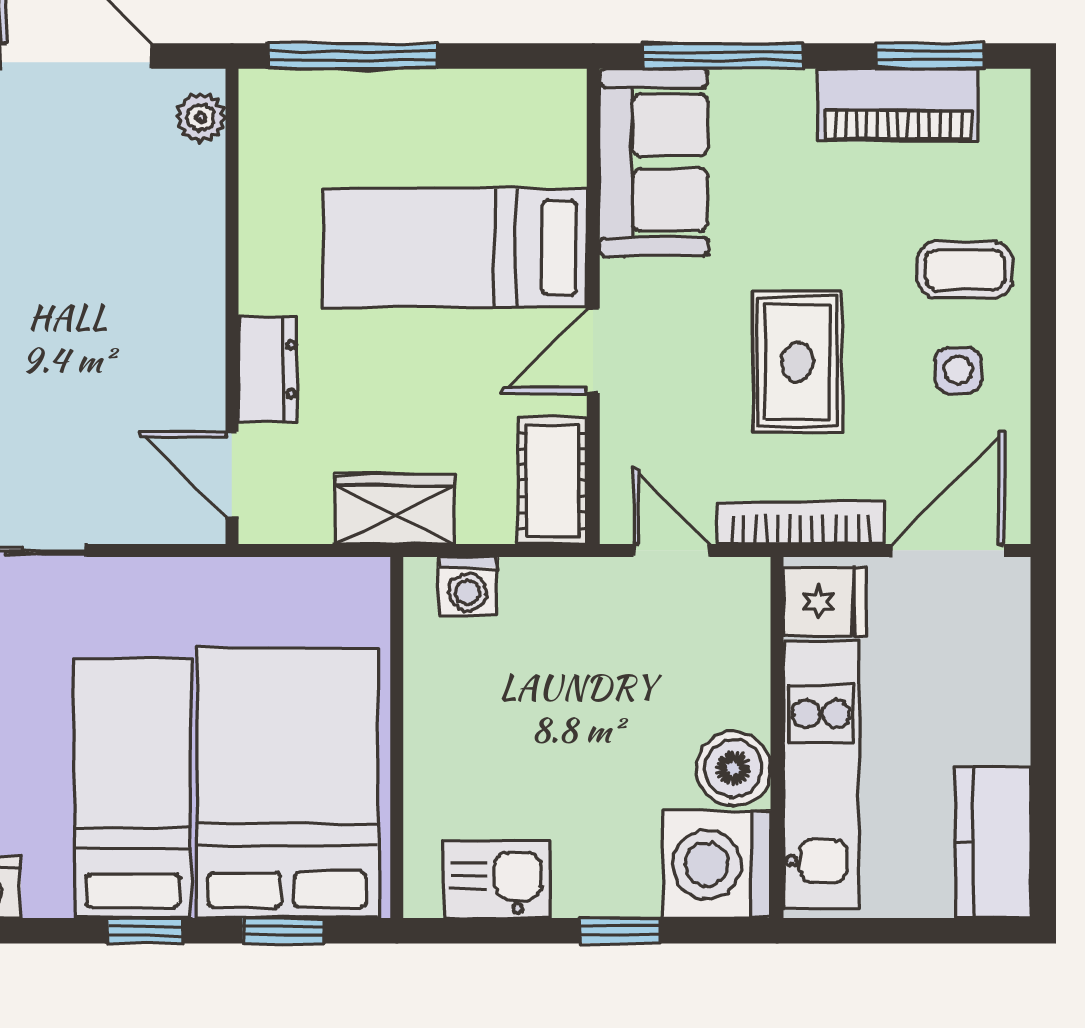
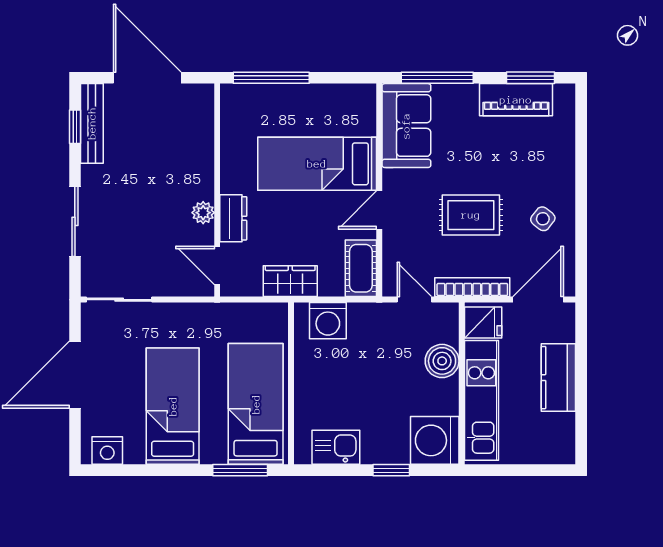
plant: (201, 117) -> (203, 213), moved
coffee table: (965, 270) -> (546, 174), removed
rug: (797, 362) -> (471, 215), turned 90
side table: (958, 370) -> (543, 219), turned 38
washing machine: (468, 586) -> (328, 321), width x1.38, depth x1.38
boiler: (733, 768) -> (442, 361), moved
bed: (287, 783) -> (256, 404), width x0.67
kitchen counter: (993, 842) -> (558, 378), moved
window: (145, 931) -> (178, 470), removed
window: (283, 931) -> (240, 470), width x1.50

